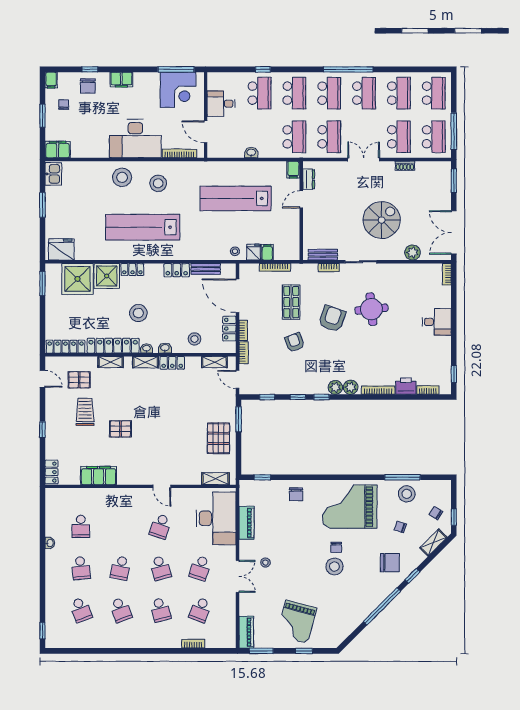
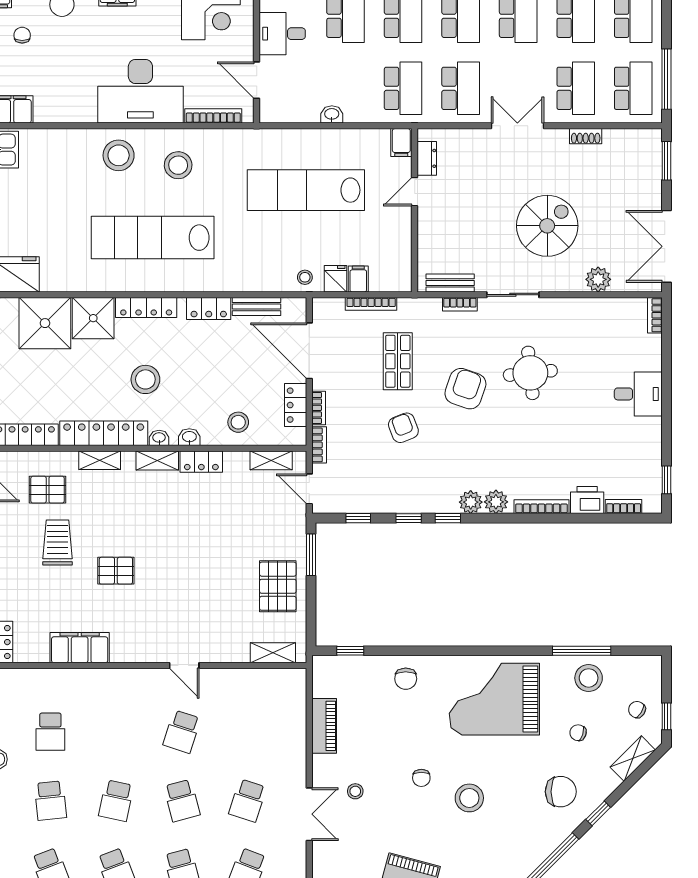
locker: (132, 269) -> (146, 307), width x1.53
desk: (216, 518) -> (274, 718), removed
chair: (336, 547) -> (421, 778), moved

